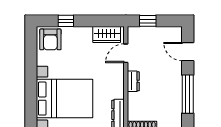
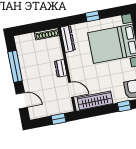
wardrobe: (107, 35) -> (95, 101), width x1.50
door: (126, 53) -> (71, 90), hinge flipped

